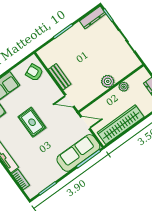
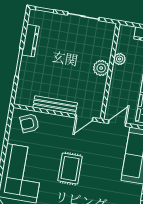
dresser: (93, 17) -> (31, 41), moved
bench: (60, 77) -> (55, 105), width x1.36
rug: (32, 122) -> (70, 169), turned 90

